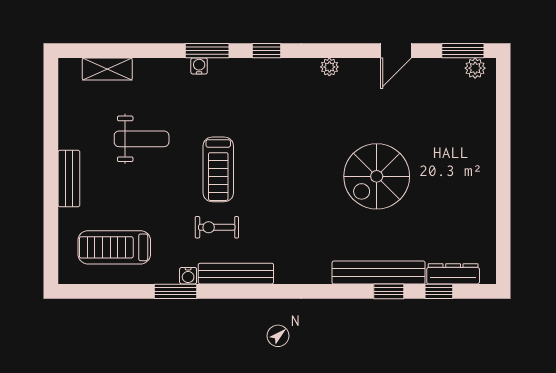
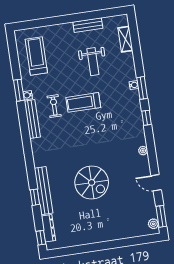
spiral stairs: (377, 176) -> (92, 182), turned 180
bench: (69, 178) -> (88, 25), moved
window: (439, 291) -> (41, 238), moved

